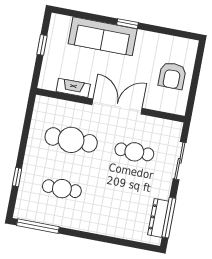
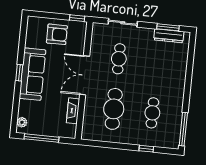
plant: (64, 22) -> (22, 122), added
sofa: (103, 36) -> (33, 74), moved
window: (42, 45) -> (42, 138), width x2.17
window: (191, 103) -> (77, 18), added
window: (169, 218) -> (168, 27), width x0.69

